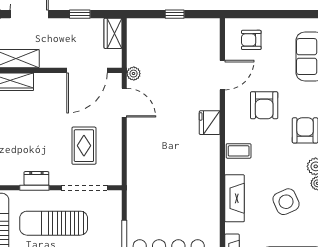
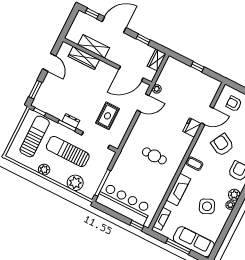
door: (124, 103) -> (143, 103), hinge flipped
armchair: (264, 105) -> (222, 145), turned 118
fridge: (210, 123) -> (192, 128), moved
cafe table: (177, 168) -> (154, 156), added

